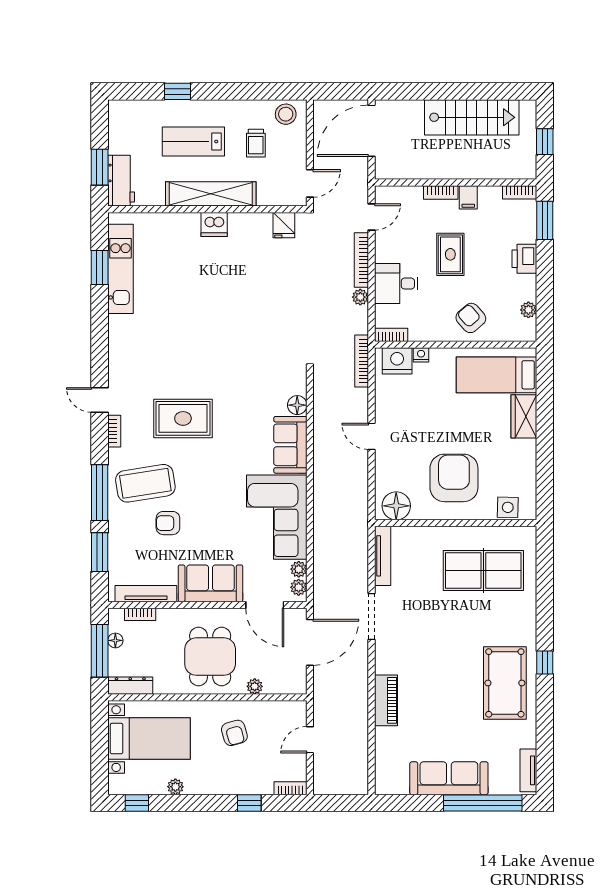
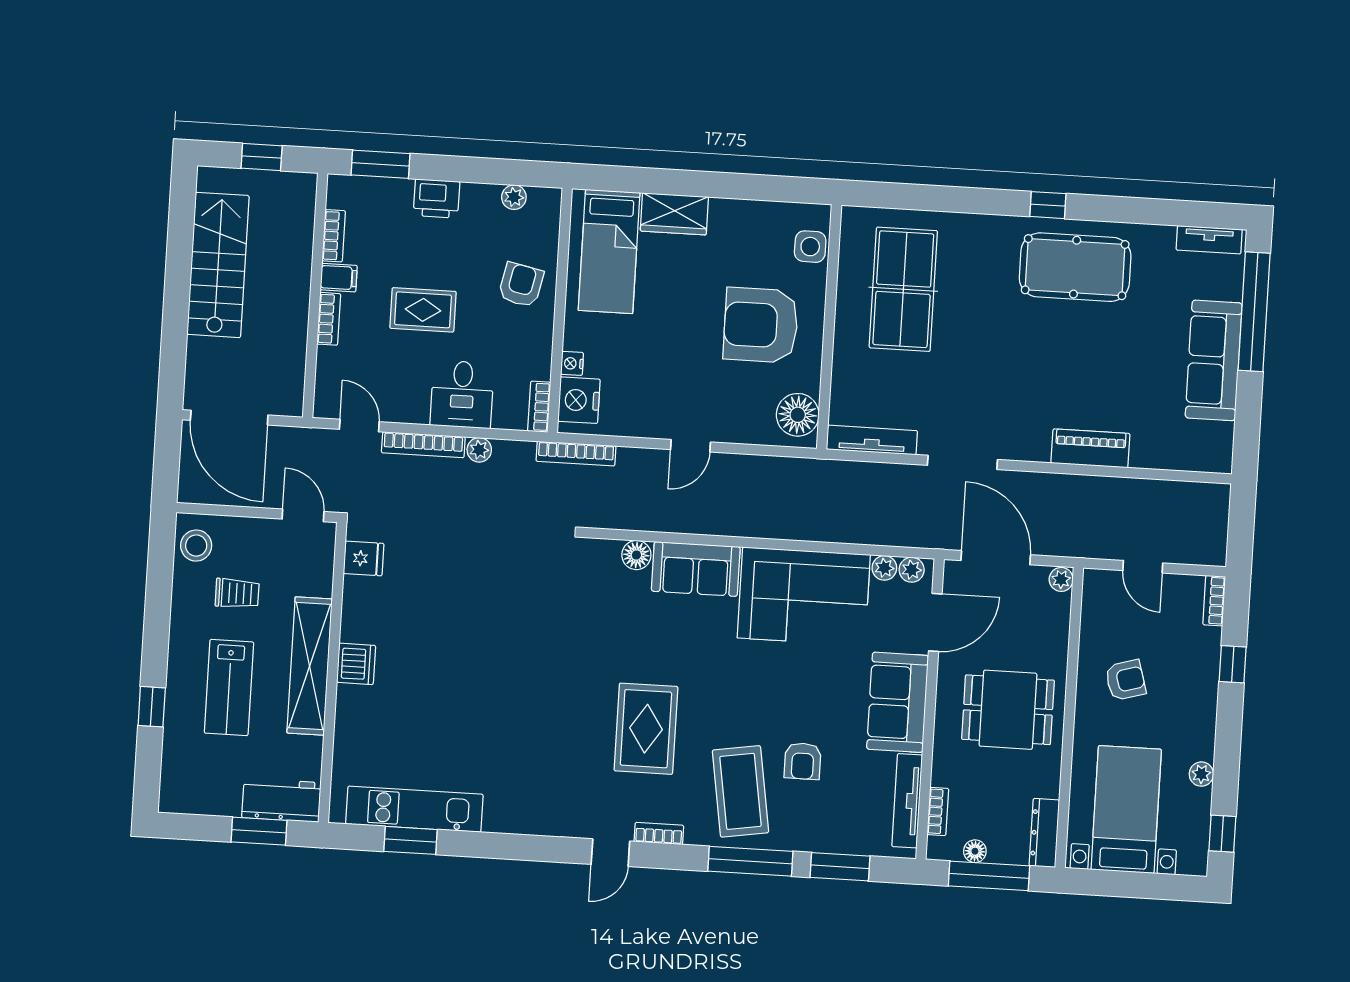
bookcase: (520, 192) -> (334, 236), moved
armchair: (471, 318) -> (521, 285), turned 143
plant: (255, 686) -> (1061, 579), moved

